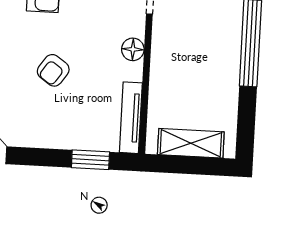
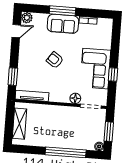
floor lamp: (133, 49) -> (75, 98), moved

